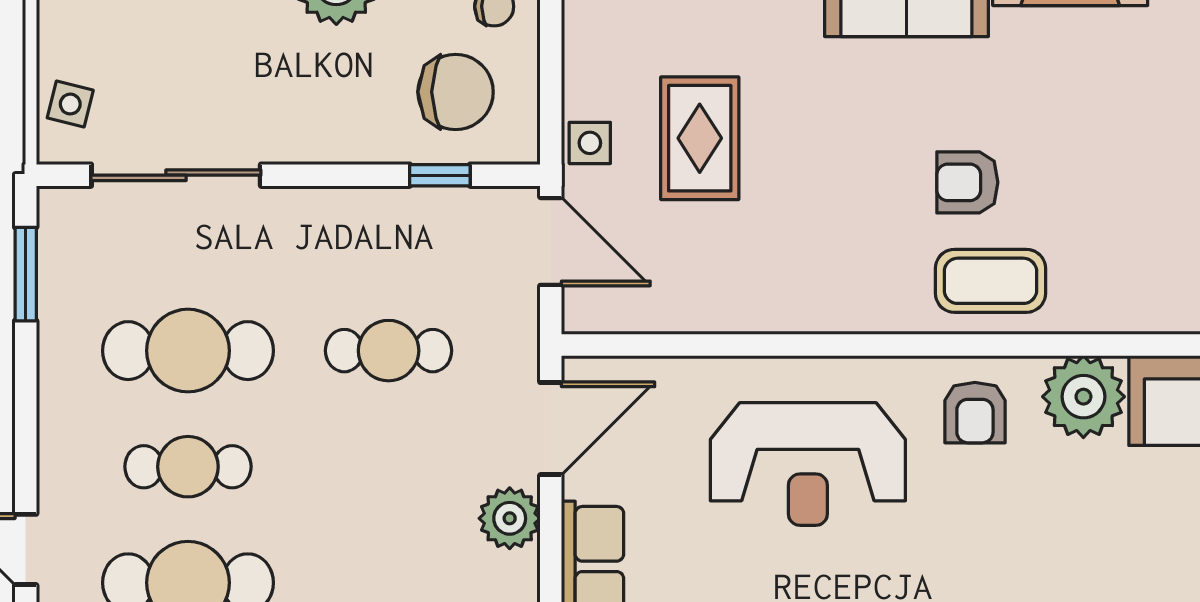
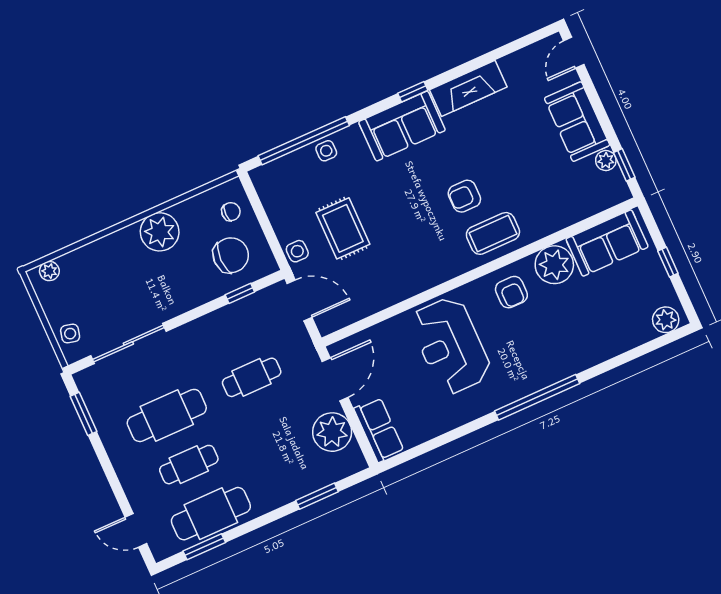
reception desk: (808, 464) -> (451, 346), turned 90
plant: (510, 518) -> (332, 432), width x1.36, depth x1.36

